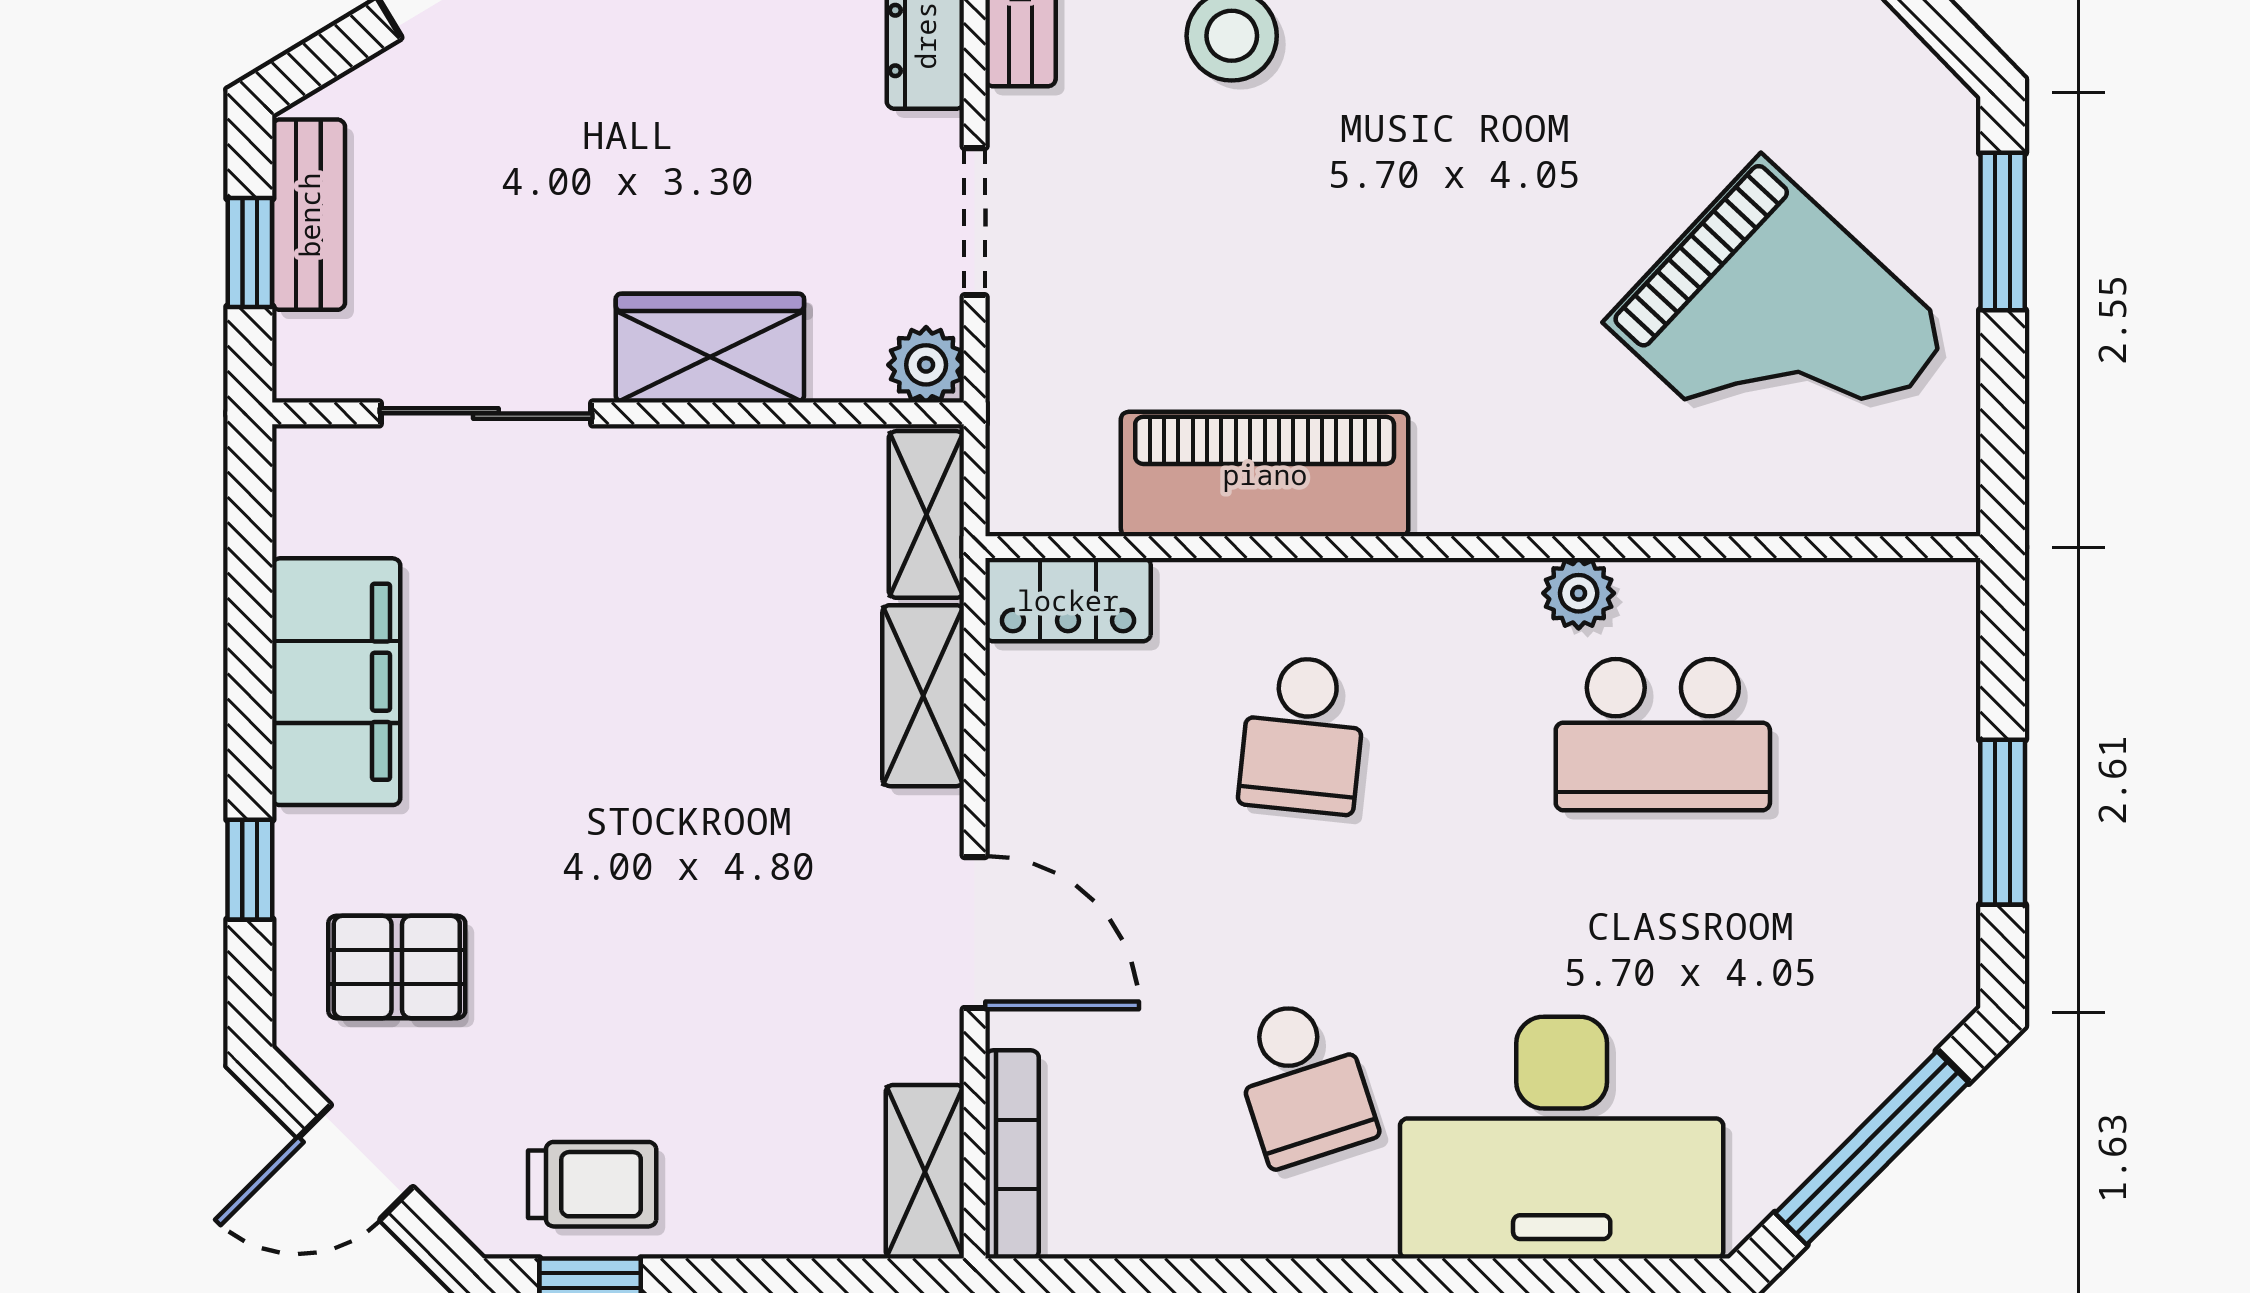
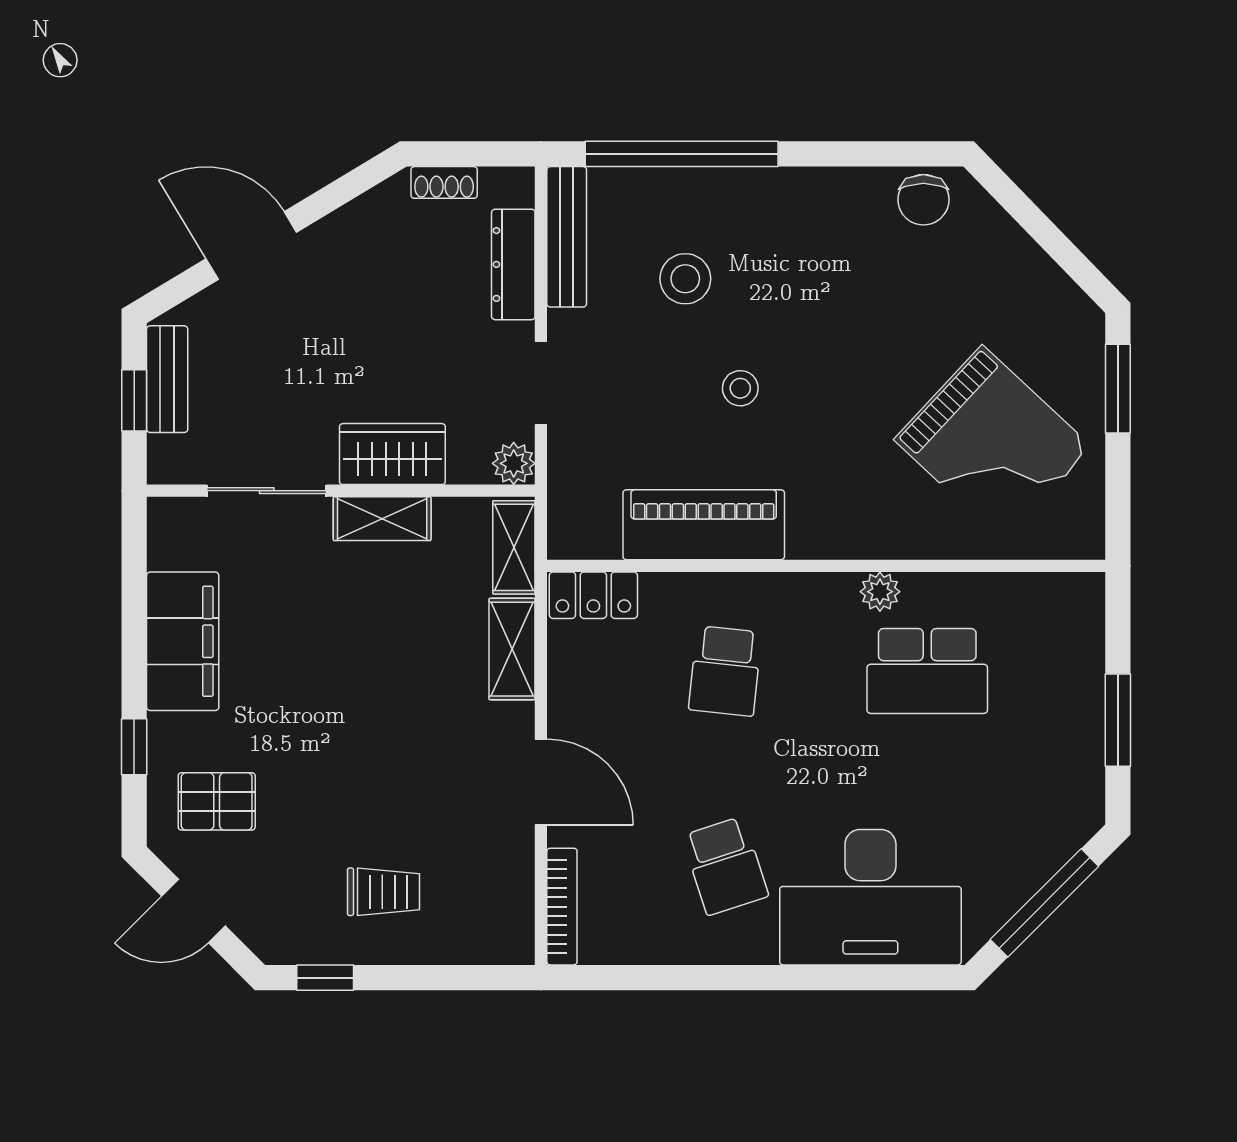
stool: (1330, 231) -> (740, 388), added
shelving: (925, 1172) -> (382, 519), moved, turned 90
trolley: (592, 1184) -> (383, 892), moved

